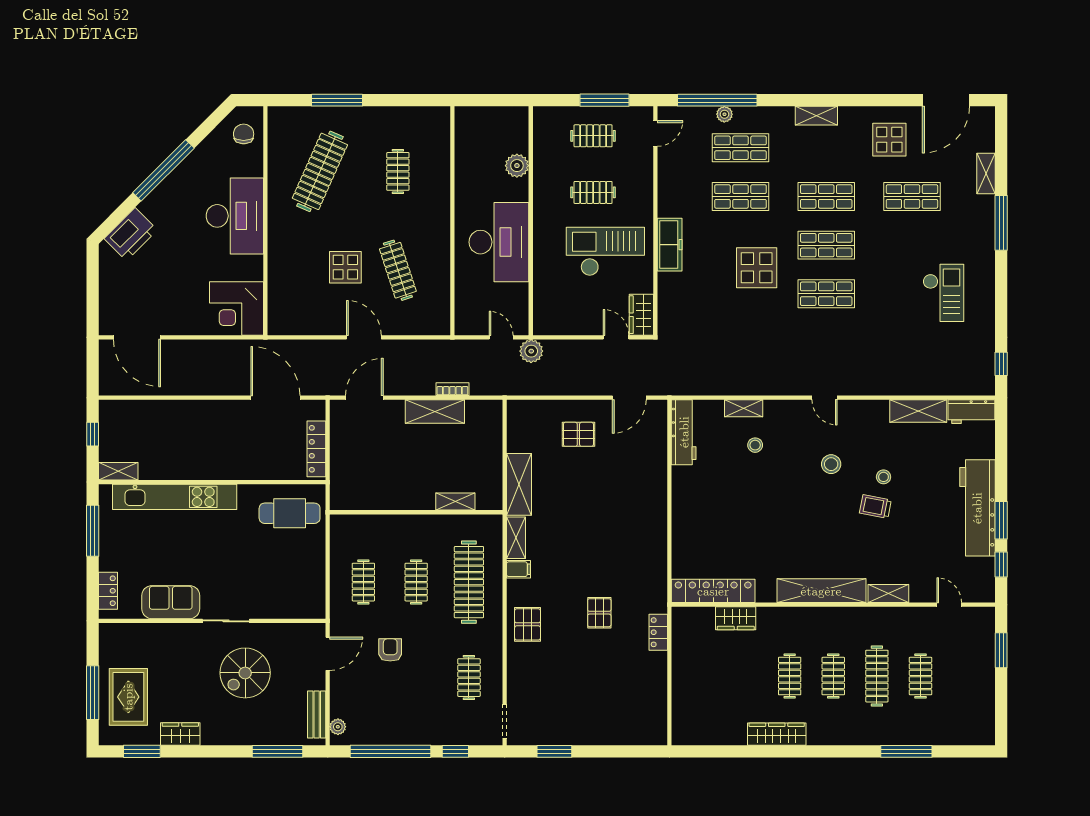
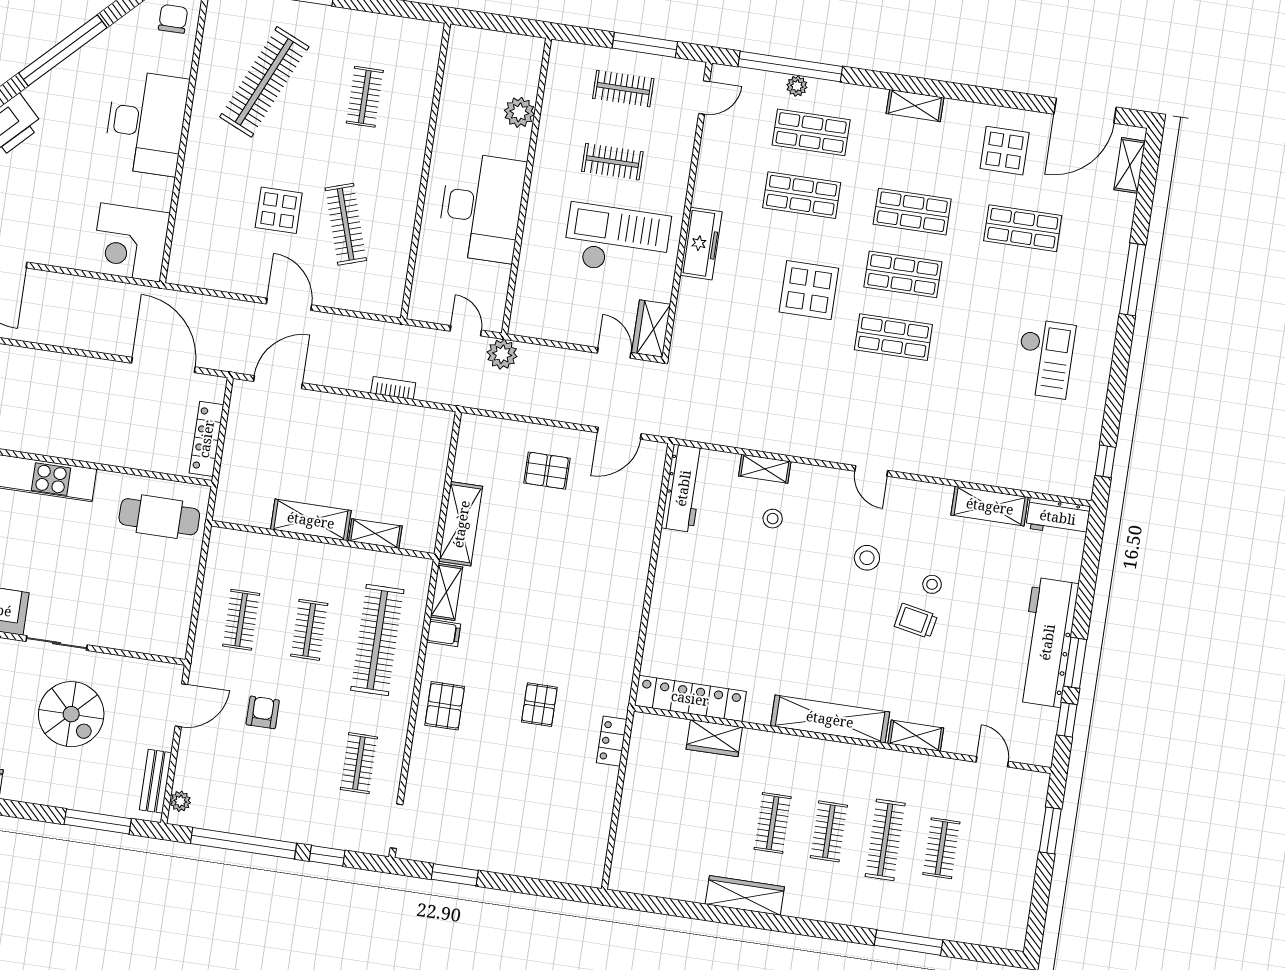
shelving: (986, 173) -> (1130, 165), moved
shelving: (435, 411) -> (311, 520), moved
spiral stairs: (245, 673) -> (71, 714), turned -90

